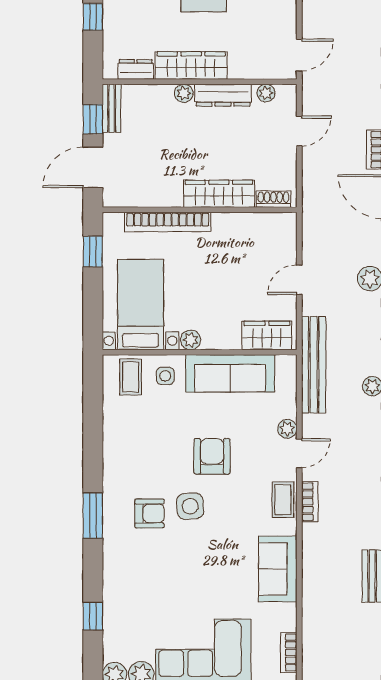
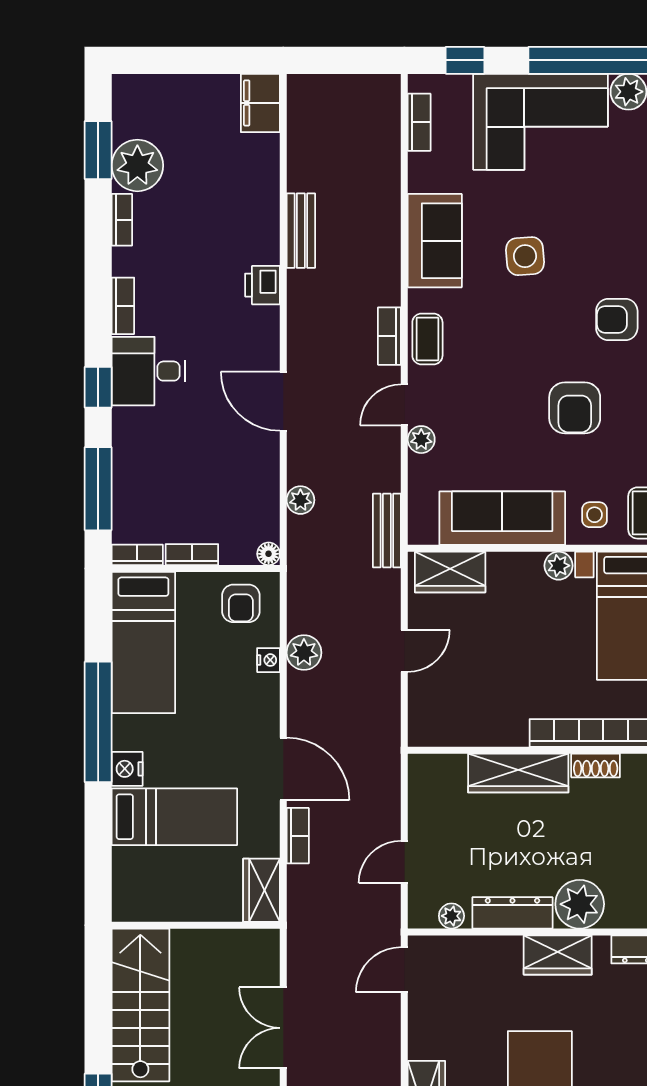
wardrobe: (191, 65) -> (558, 955), width x0.67
plant: (184, 93) -> (580, 904), width x1.88, depth x1.88
shoe rack: (273, 199) -> (596, 765), moved
bench: (314, 365) -> (387, 531), width x0.54, depth x0.82
armchair: (212, 456) -> (575, 408), moved
side table: (190, 506) -> (525, 256), moved

